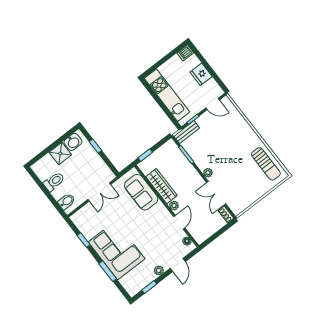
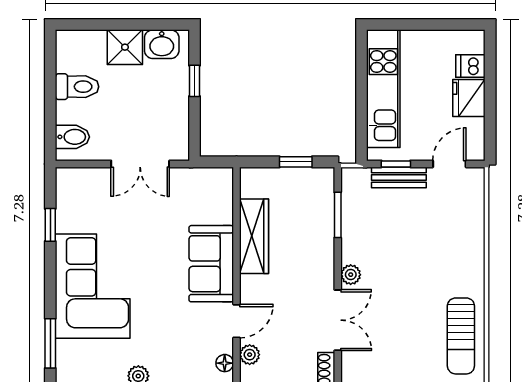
dishwasher: (185, 53) -> (470, 66), moved
door: (213, 104) -> (449, 164), swing flipped
bench: (187, 132) -> (399, 178), moved
window: (145, 155) -> (296, 162), moved
sofa: (141, 192) -> (211, 264), moved
double door: (216, 193) -> (338, 320), swing flipped
plant: (174, 206) -> (250, 355), moved
window: (108, 271) -> (50, 343), moved

